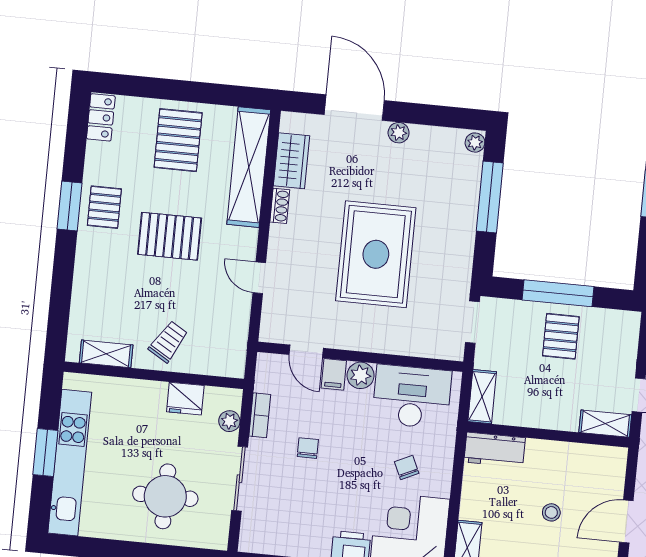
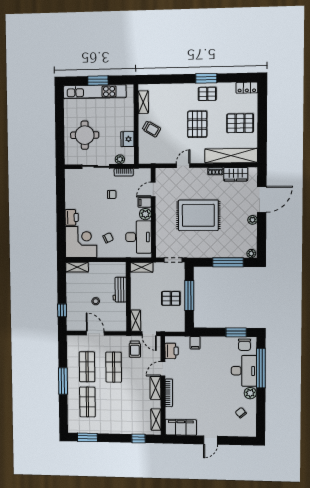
workbench: (495, 450) -> (120, 290), moved

